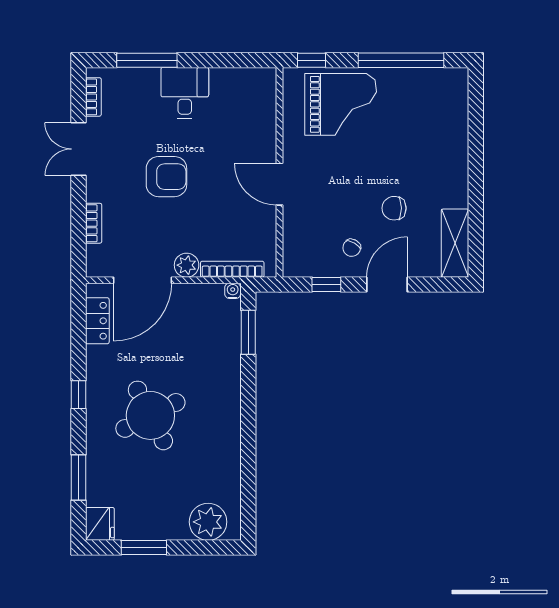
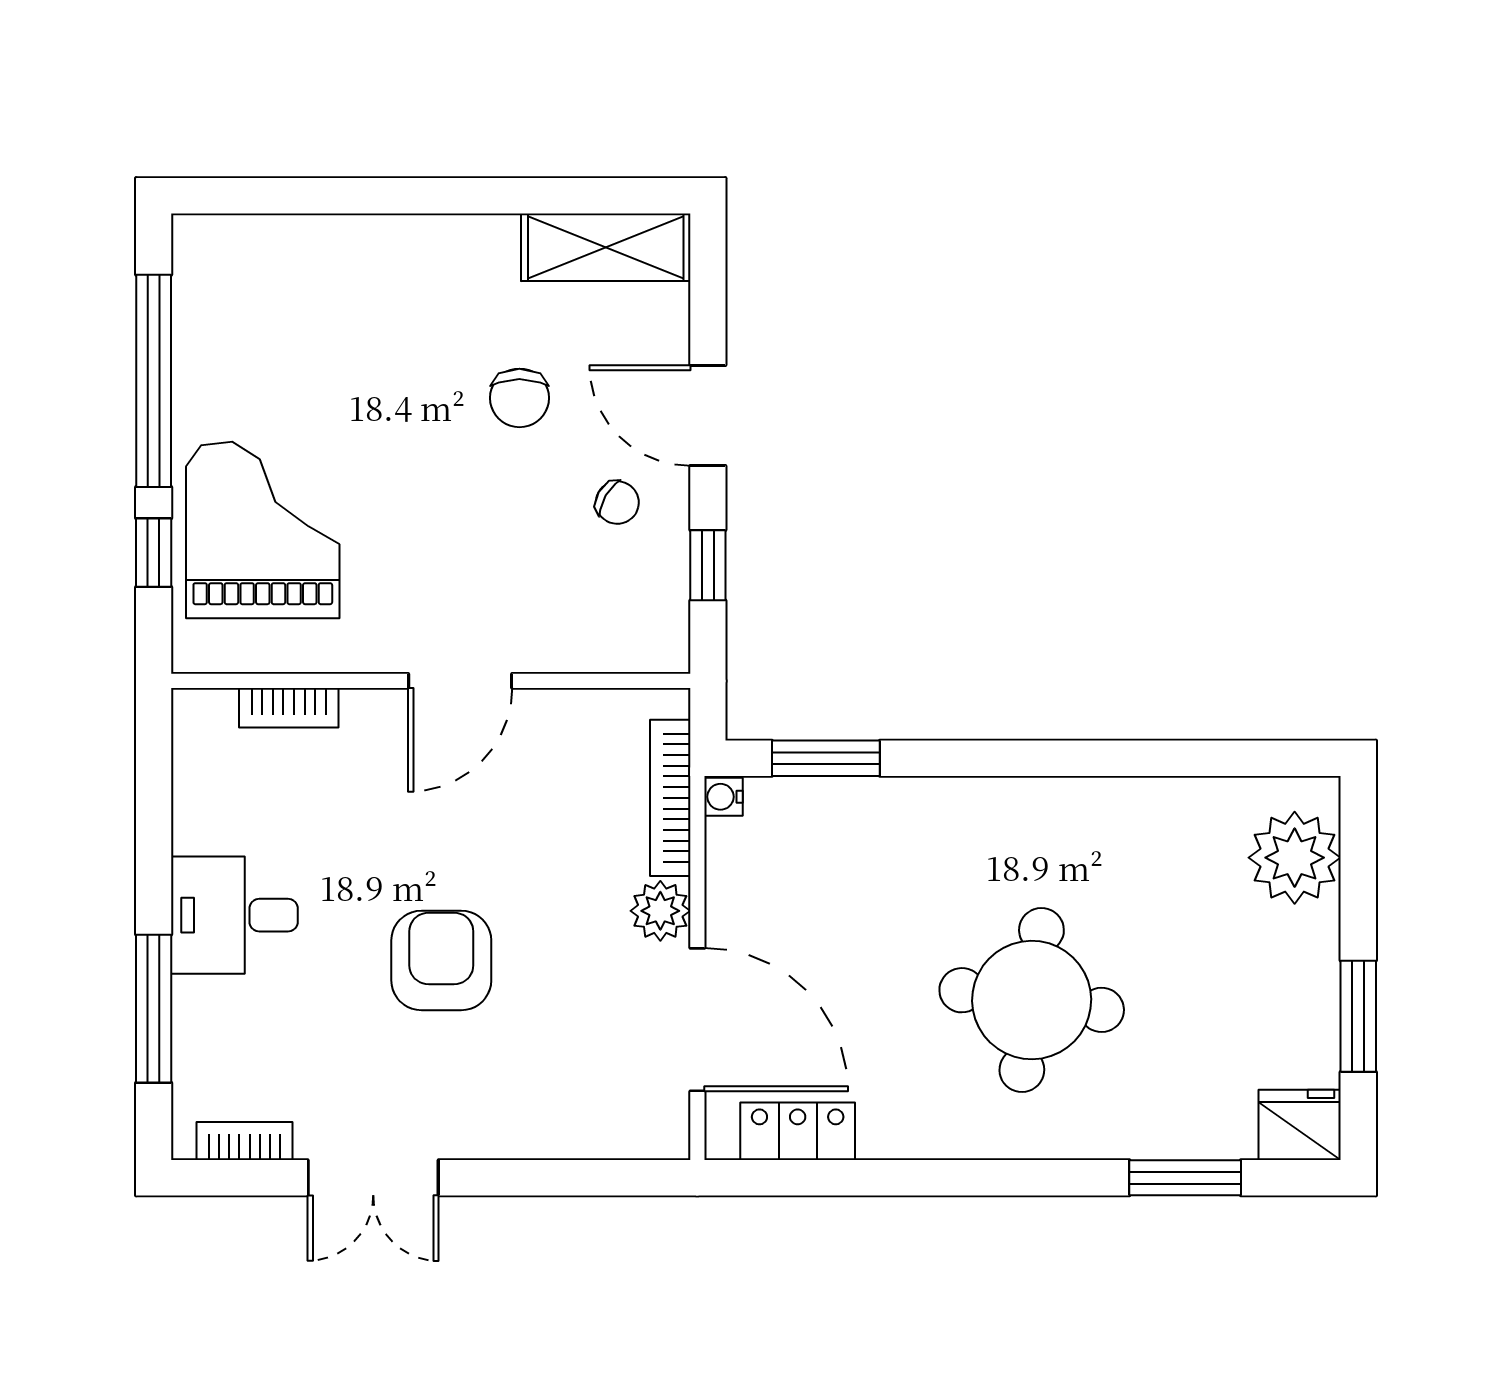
window: (312, 60) -> (154, 553), moved
bookcase: (94, 223) -> (289, 708), moved, turned 180
window: (78, 395) -> (980, 1178), removed
round table: (150, 415) -> (1032, 1000), turned 35

